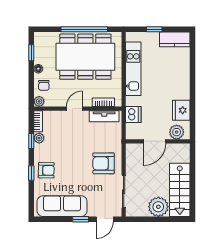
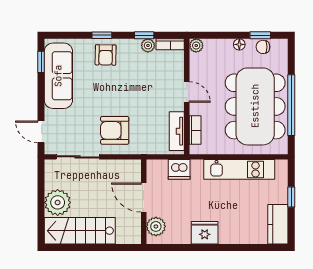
chair: (44, 85) -> (263, 47), moved
fridge: (181, 110) -> (205, 233), moved
armchair: (104, 163) -> (115, 130), turned -90
window: (81, 219) -> (41, 62), moved

